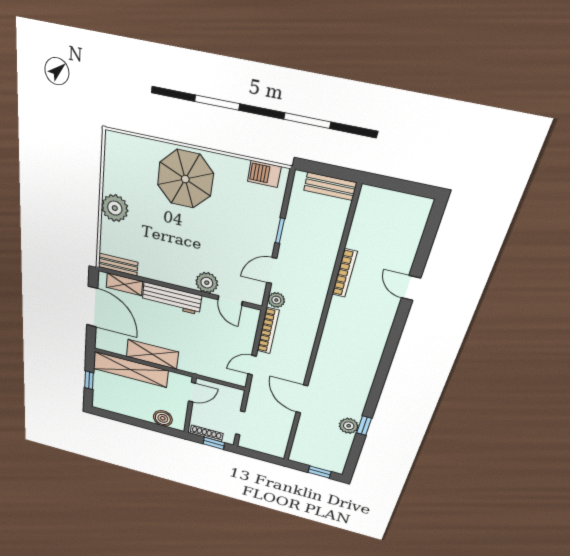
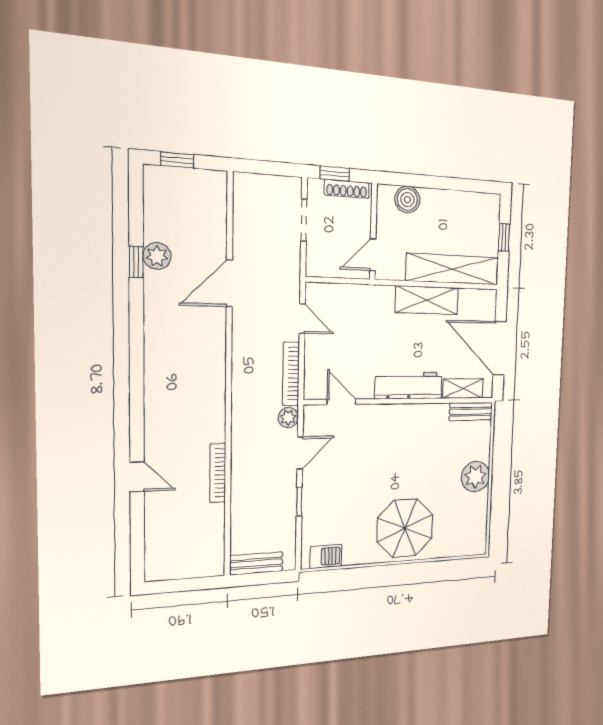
plant: (207, 283) -> (371, 417), removed
door: (252, 365) -> (302, 319), hinge flipped
door: (302, 399) -> (229, 283), swing flipped

